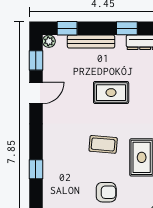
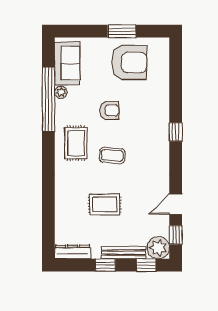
window: (127, 28) -> (105, 265), moved
plant: (49, 41) -> (158, 248), width x1.87, depth x1.87
armchair: (106, 192) -> (109, 110), turned 180

